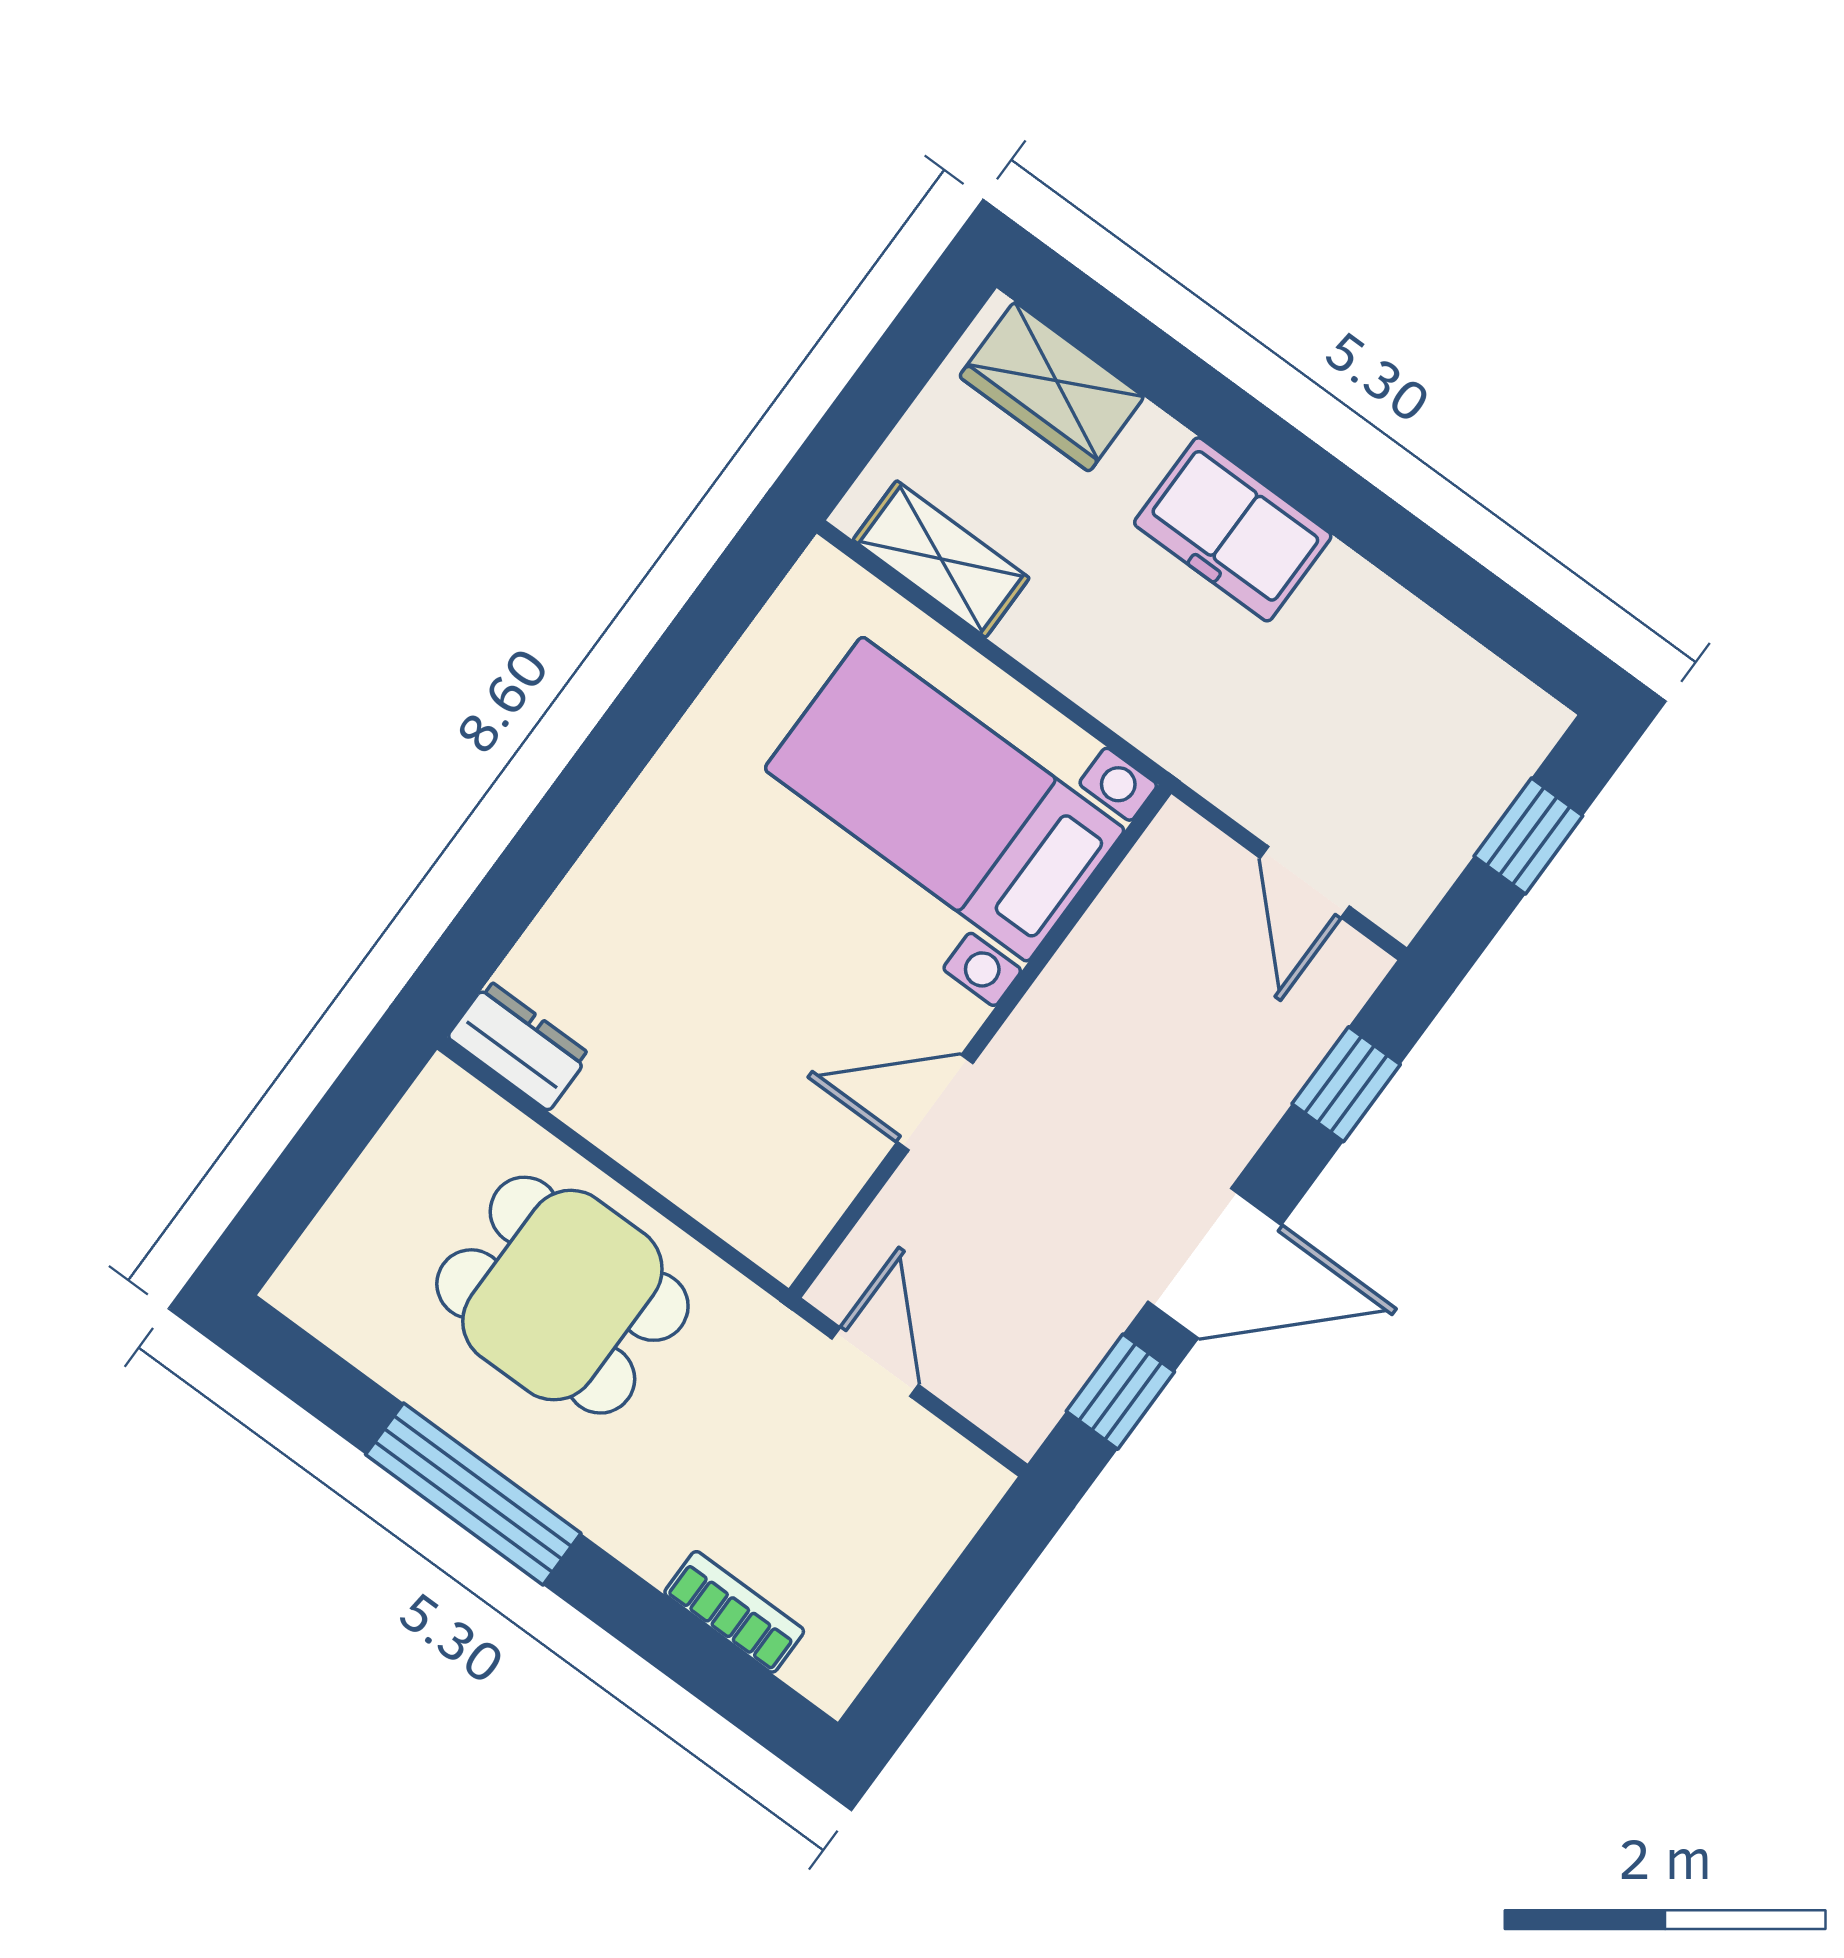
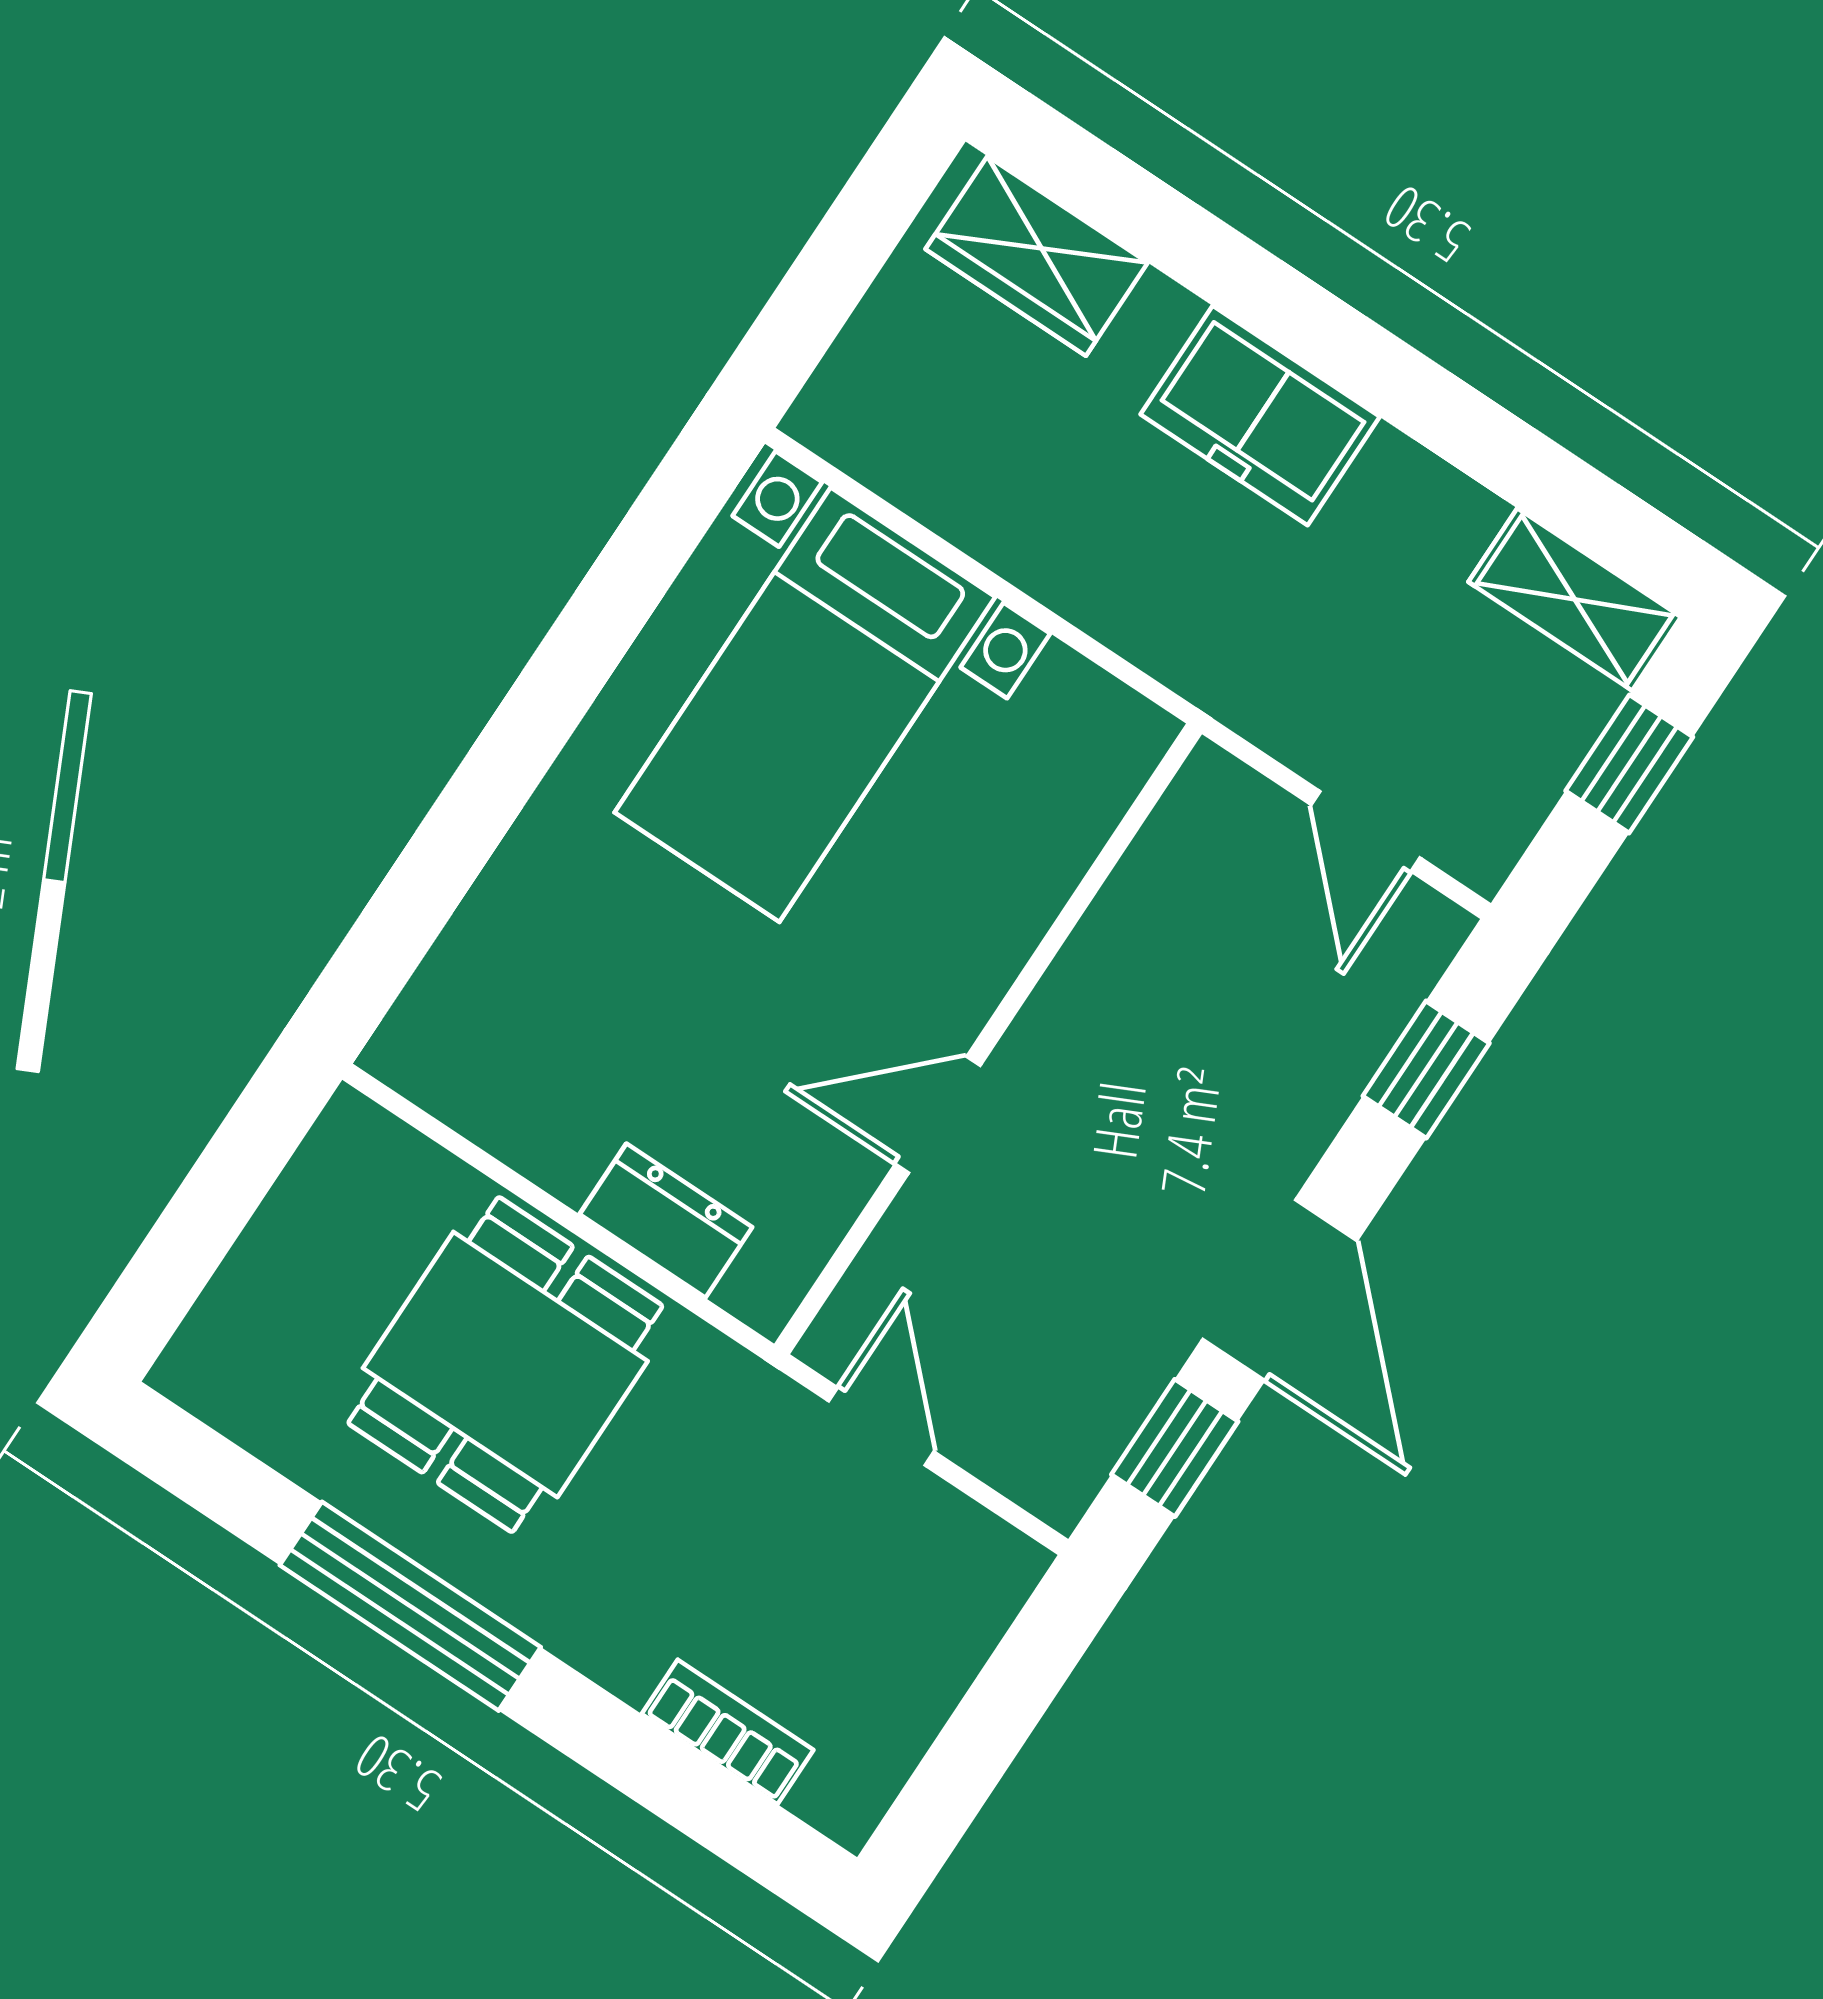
shelving: (941, 559) -> (1575, 599), moved
bed with nightstands: (945, 799) -> (805, 705), moved, turned -90
dresser: (519, 1046) -> (666, 1221), moved
door: (1215, 1263) -> (1280, 1290), hinge flipped
dining table: (562, 1295) -> (505, 1365), turned 90

